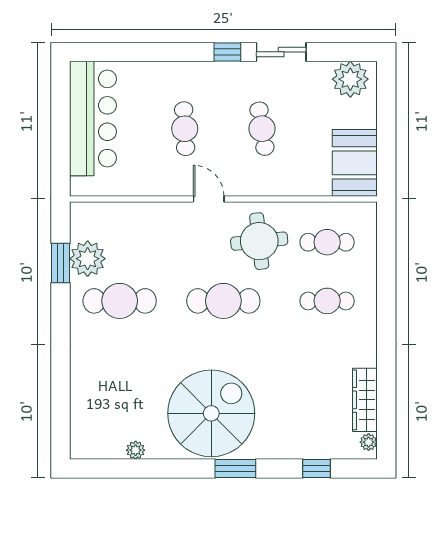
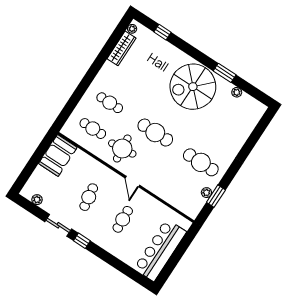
plant: (350, 79) -> (37, 200), width x0.53, depth x0.53
plant: (88, 259) -> (206, 193), width x0.53, depth x0.53
window: (235, 468) -> (225, 73), moved

